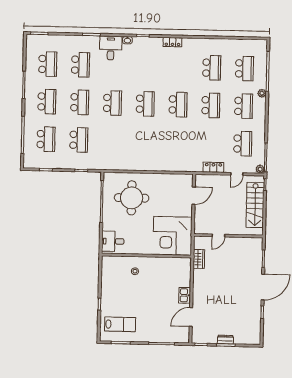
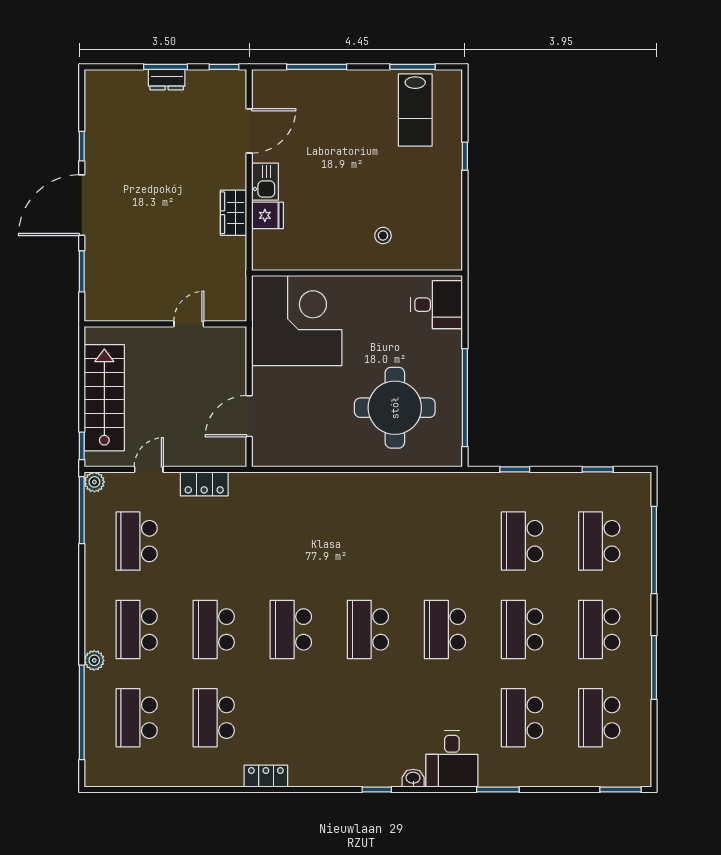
locker: (172, 42) -> (266, 776), moved
wardrobe: (199, 259) -> (234, 213), moved
fridge: (184, 281) -> (267, 215), added
lab bench: (120, 324) -> (415, 110), turned -90

